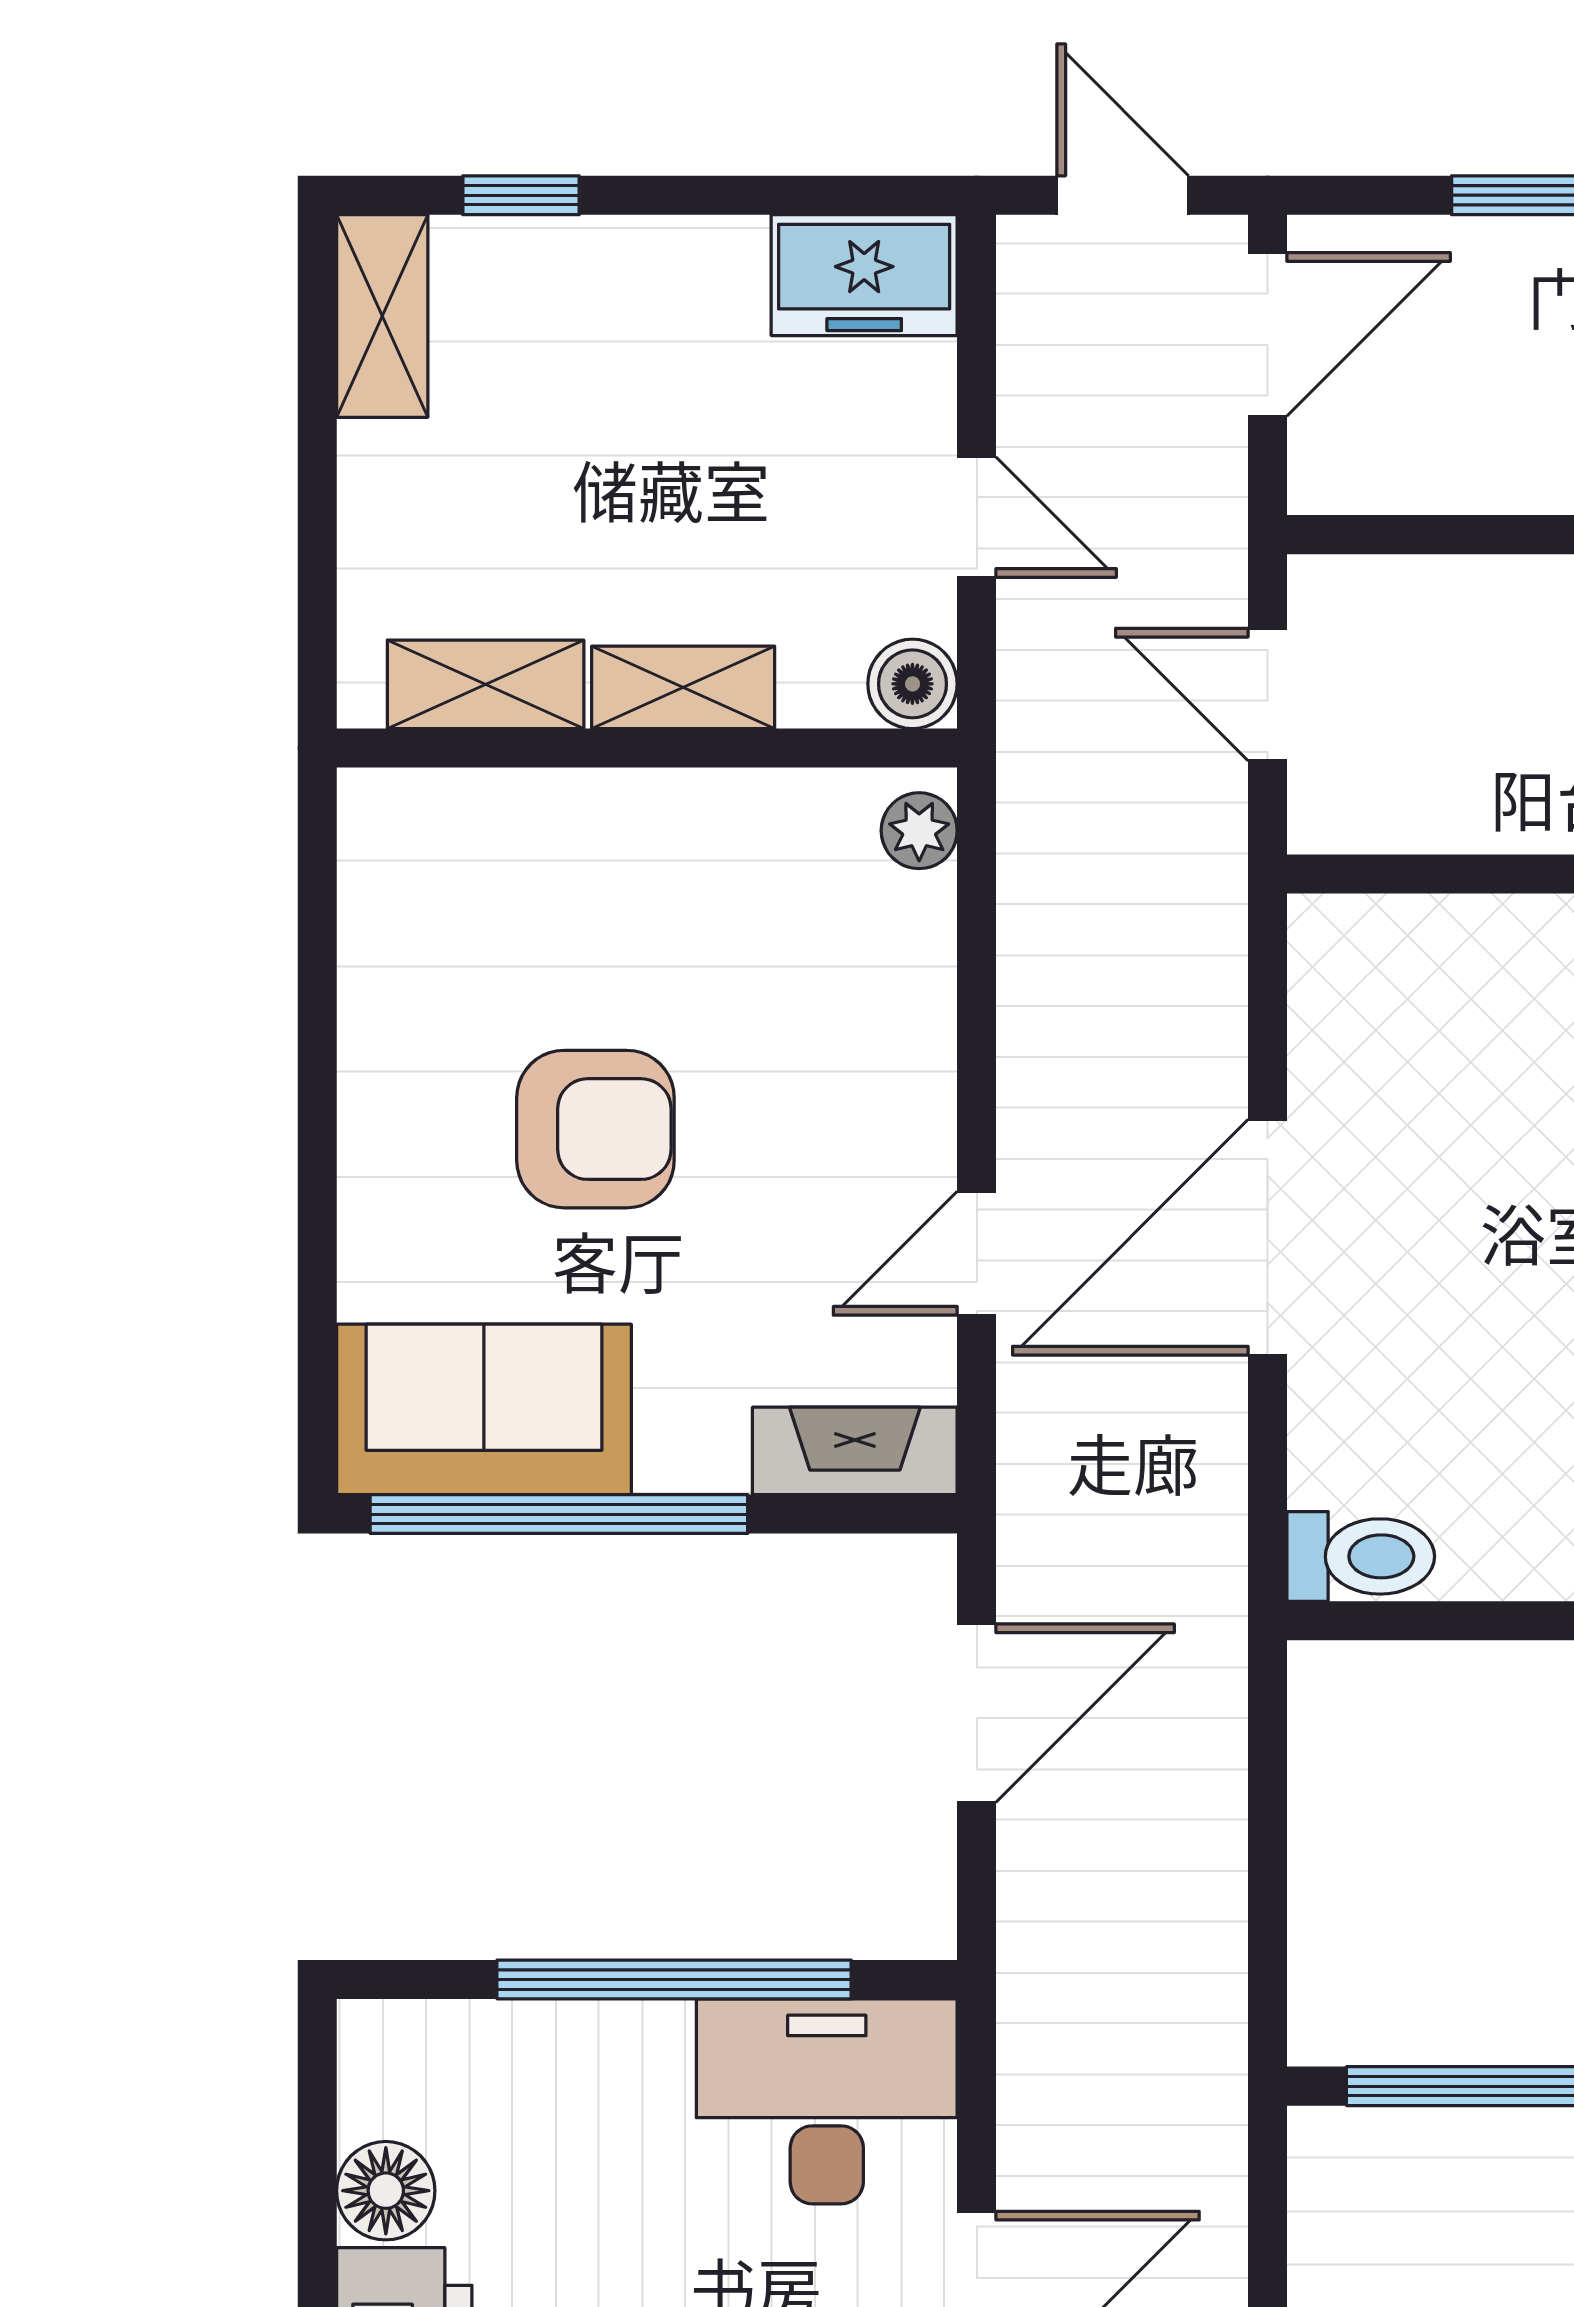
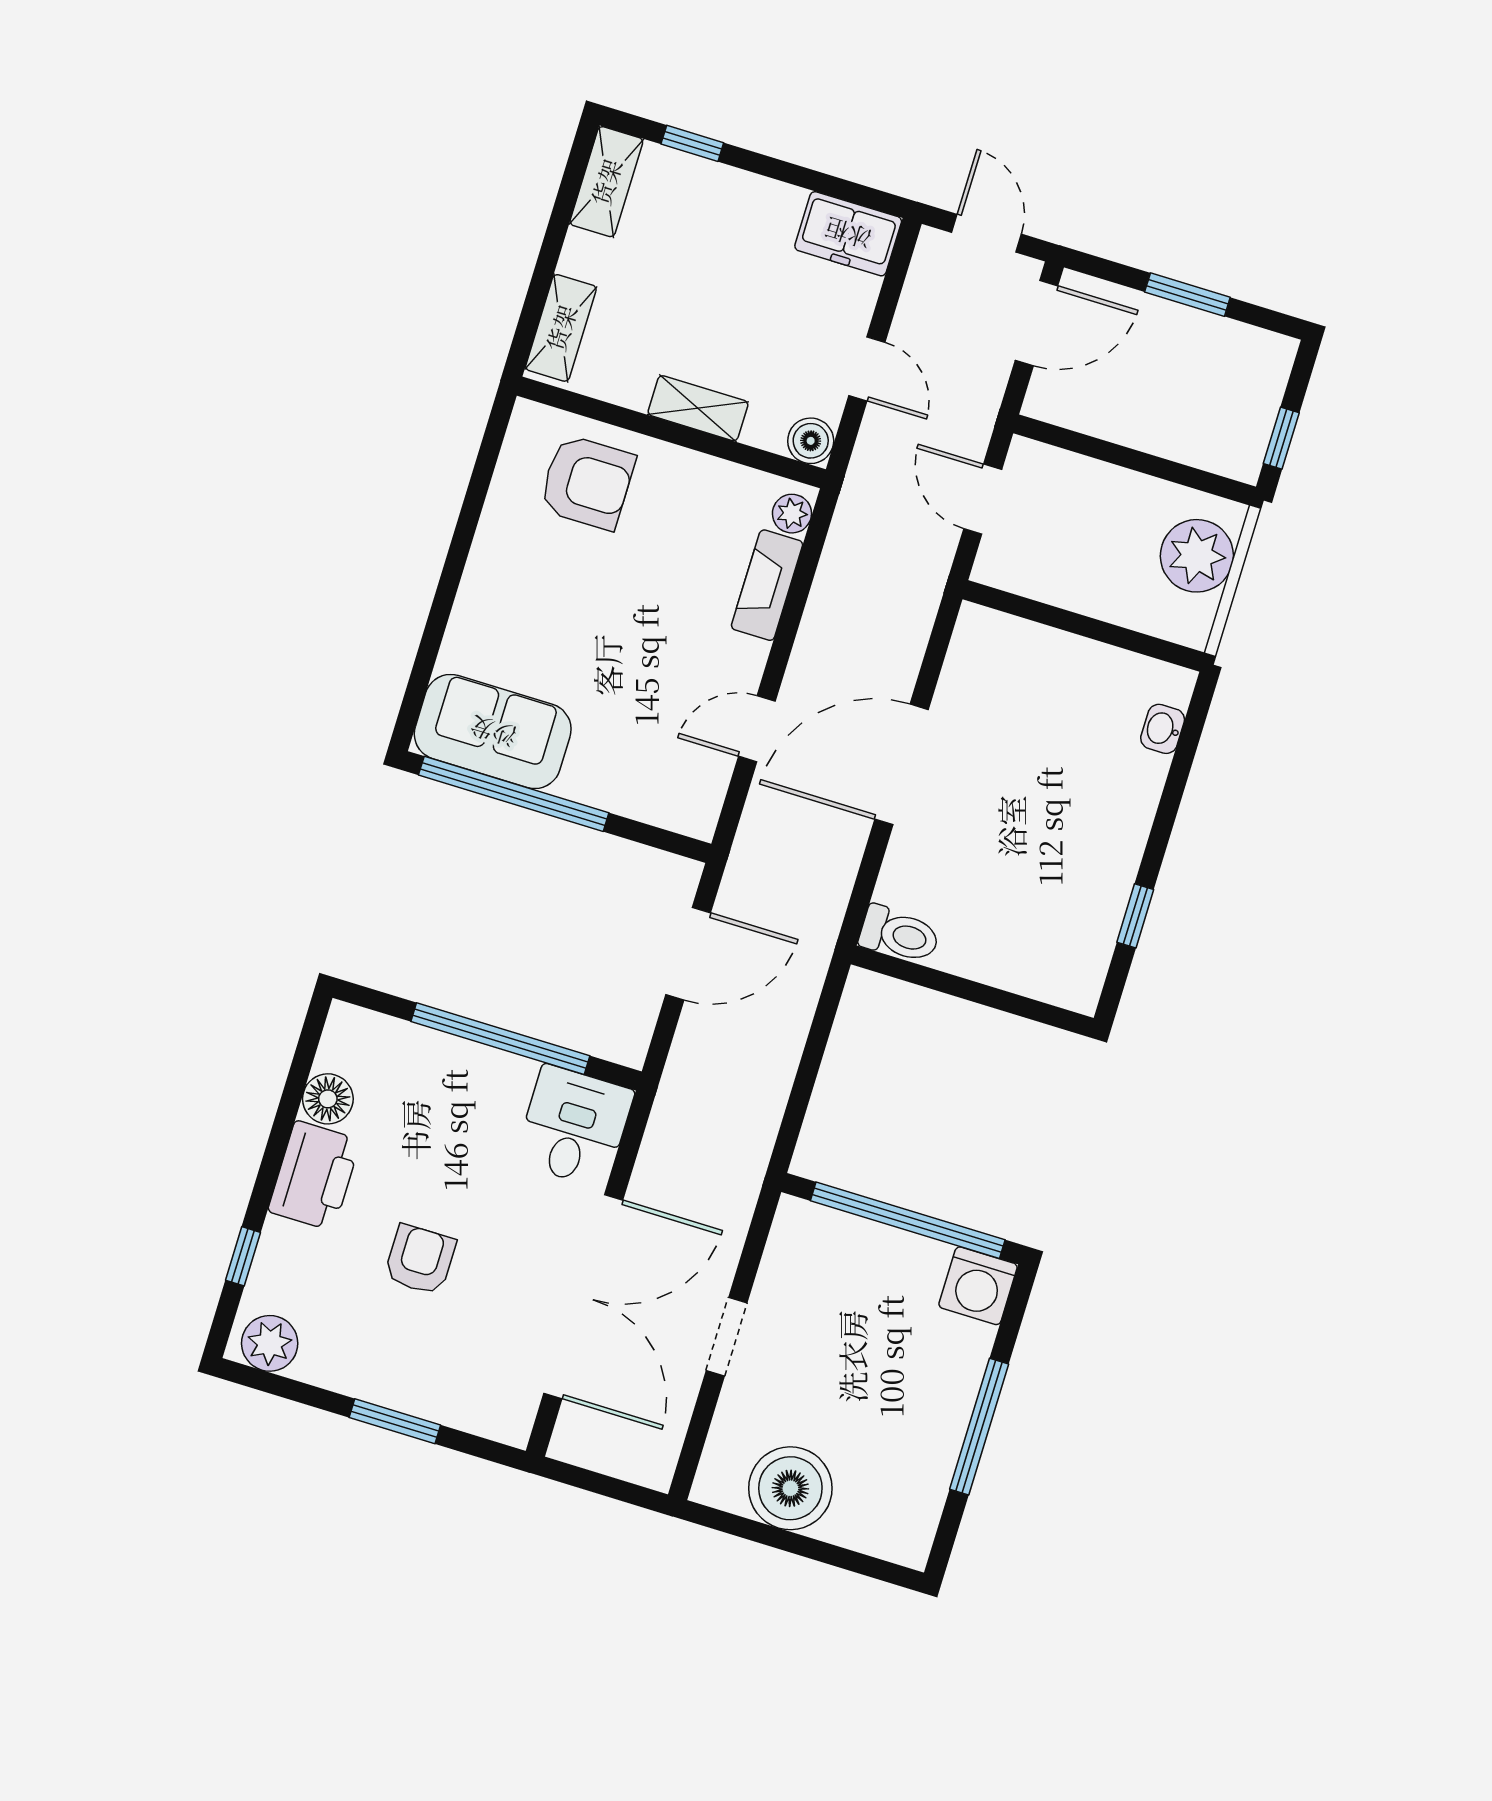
shelving: (486, 684) -> (561, 328), moved, turned 90
armchair: (595, 1129) -> (587, 482), moved
fireplace: (855, 1451) -> (767, 585), moved, turned -90
desk: (827, 2101) -> (574, 1126), width x0.73

